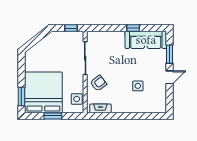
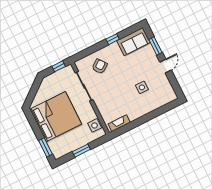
sofa: (146, 40) -> (133, 42), width x0.73
armchair: (98, 83) -> (100, 66), moved
bed: (43, 92) -> (56, 117), moved, turned 90

